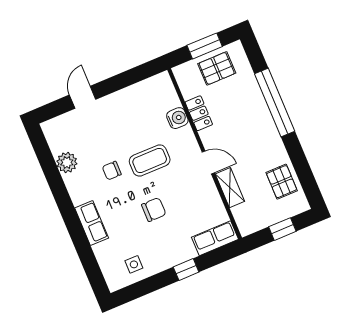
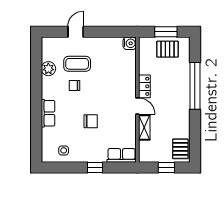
locker: (199, 113) -> (144, 86), moved
water cooler: (177, 118) -> (130, 43), moved
coffee table: (150, 160) -> (77, 64), moved
pallet: (282, 182) -> (180, 149), moved

